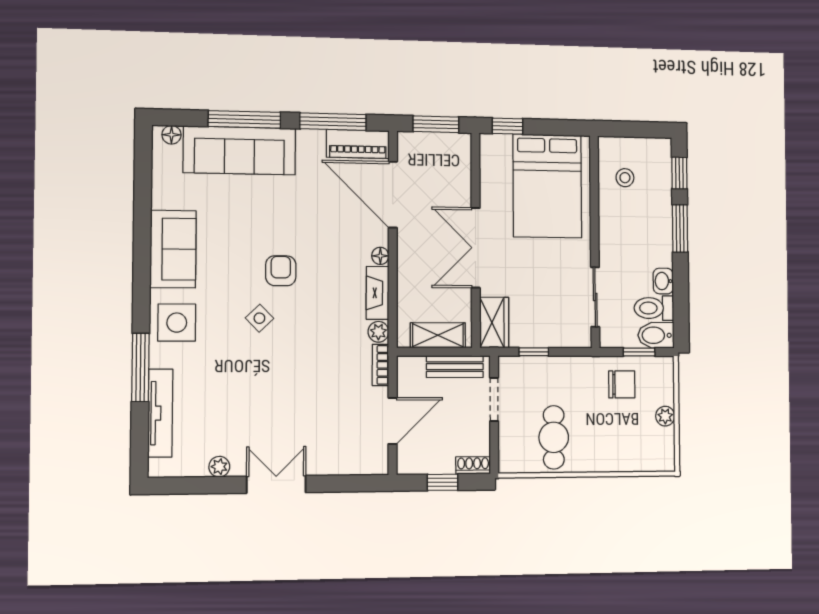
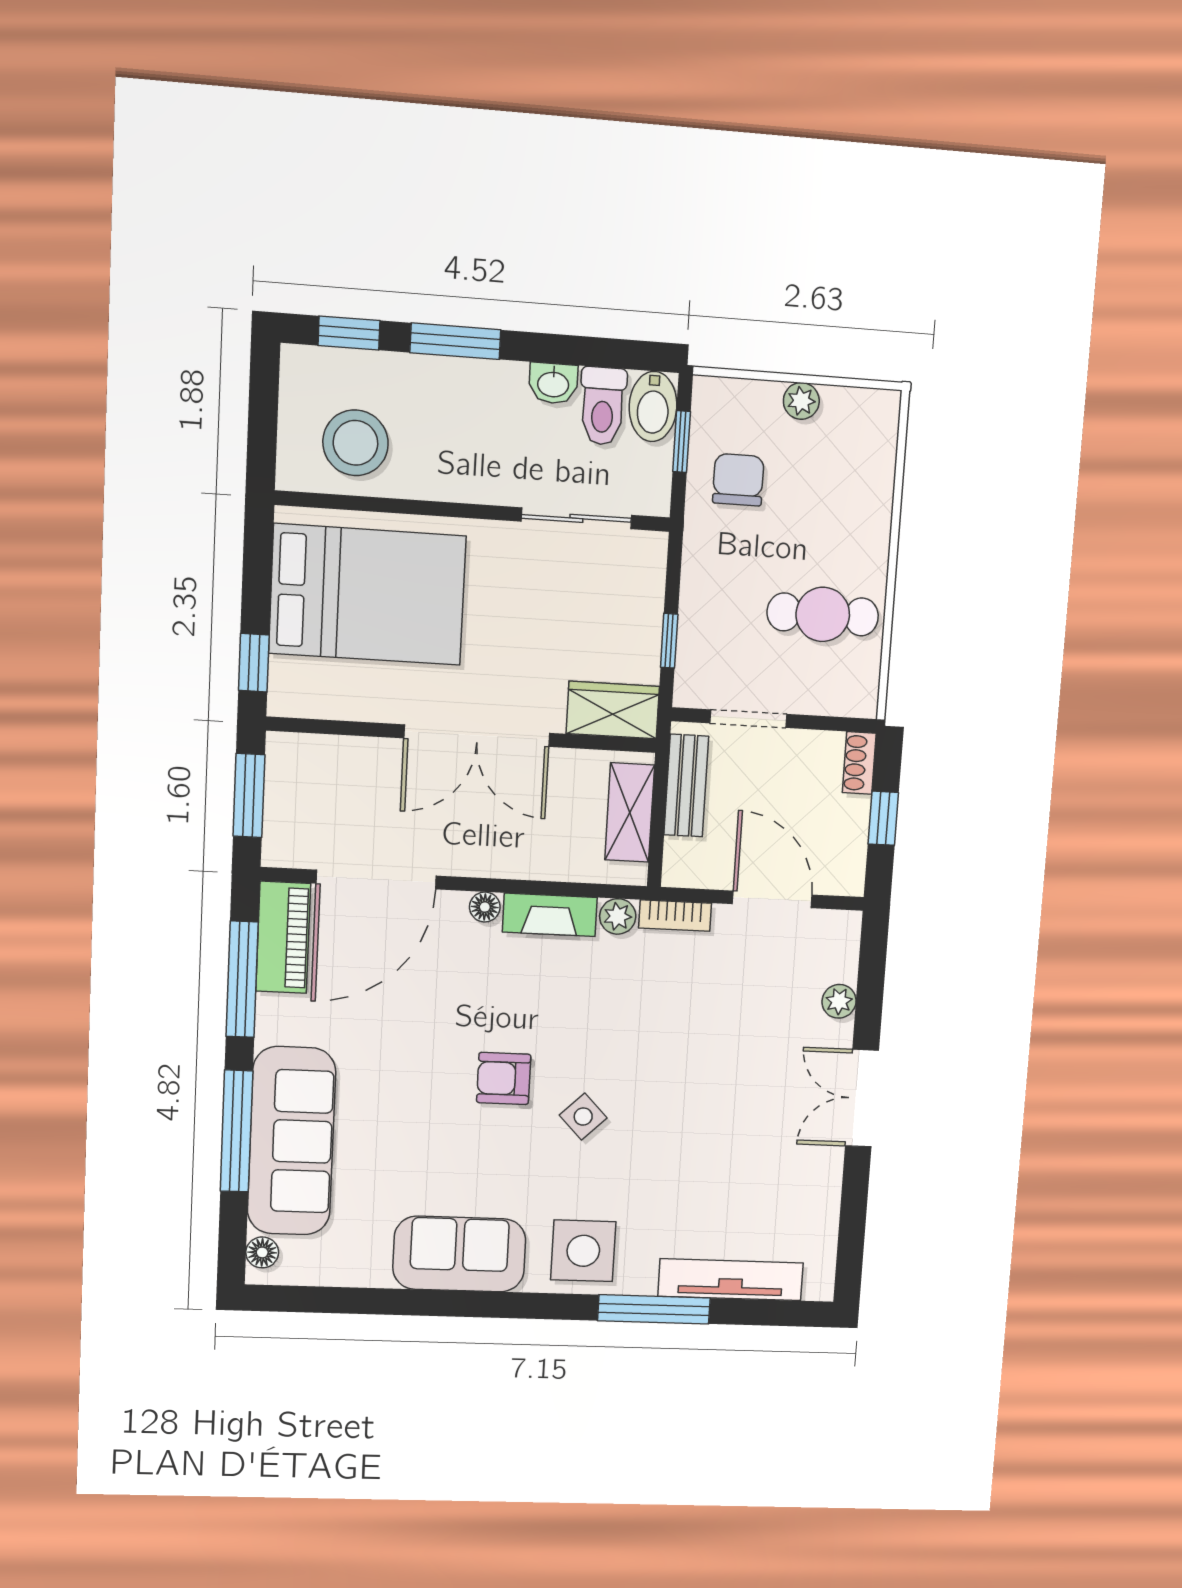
stool: (625, 178) -> (355, 443), width x1.89, depth x1.89
plant: (219, 467) -> (839, 1001), moved

